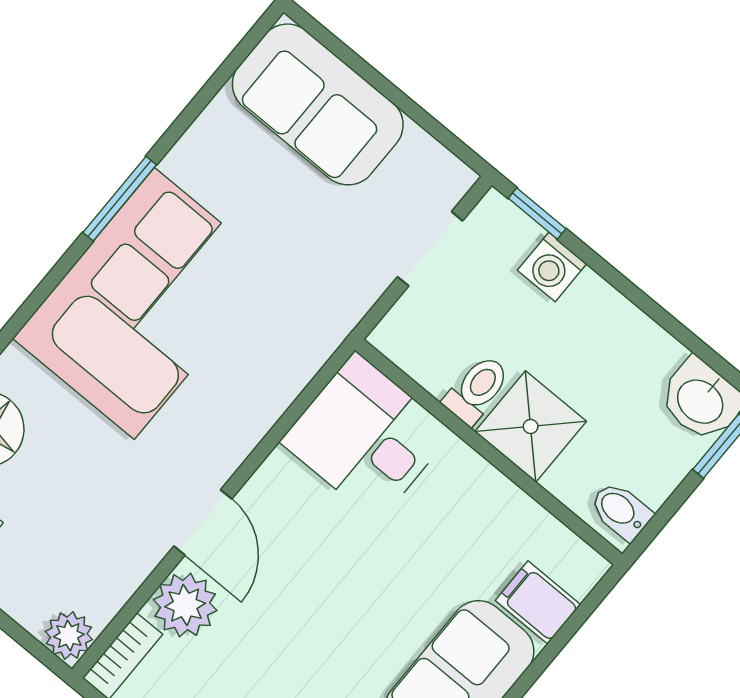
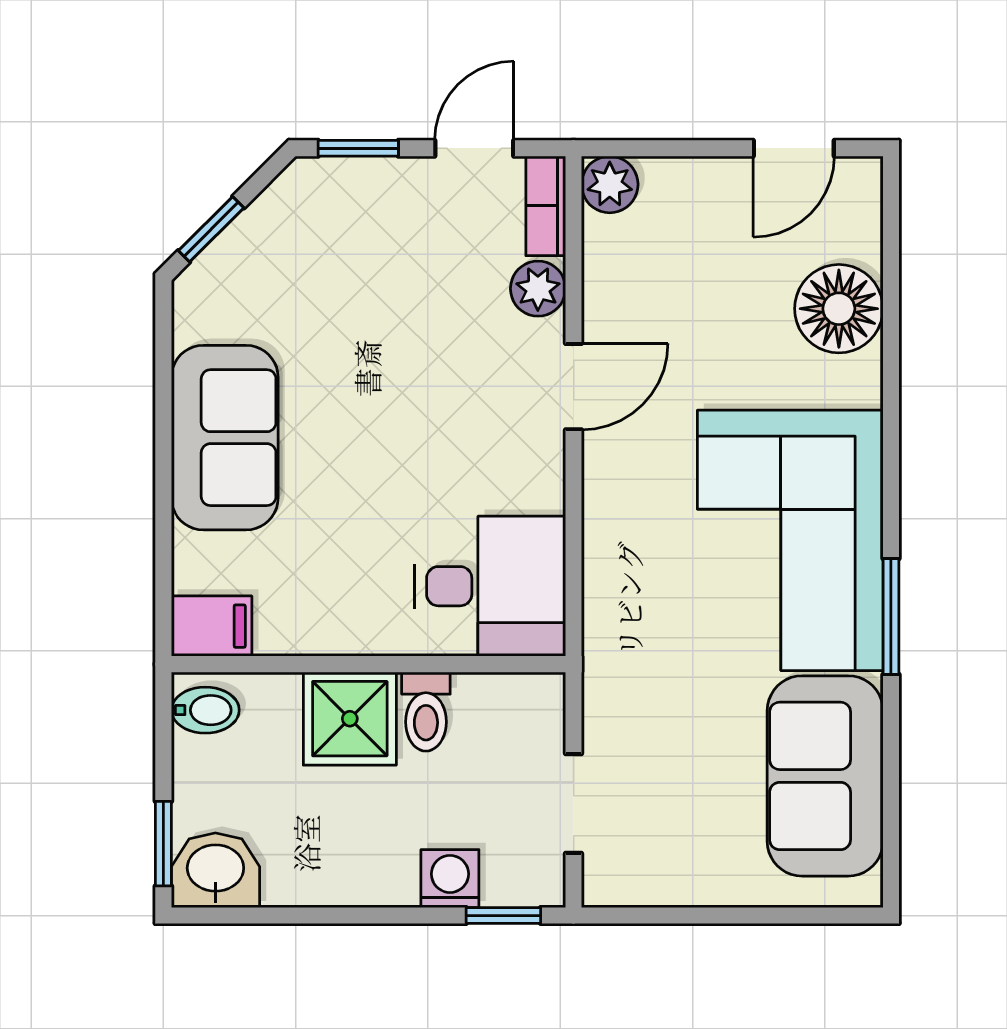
sofa: (318, 104) -> (825, 776), moved, turned -90
door: (203, 522) -> (574, 387), swing flipped
filing cabinet: (538, 602) -> (212, 626), moved
plant: (185, 605) -> (538, 289), width x0.73, depth x0.73

